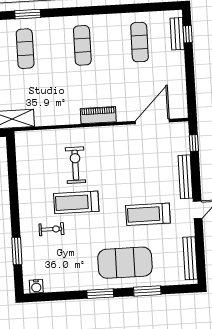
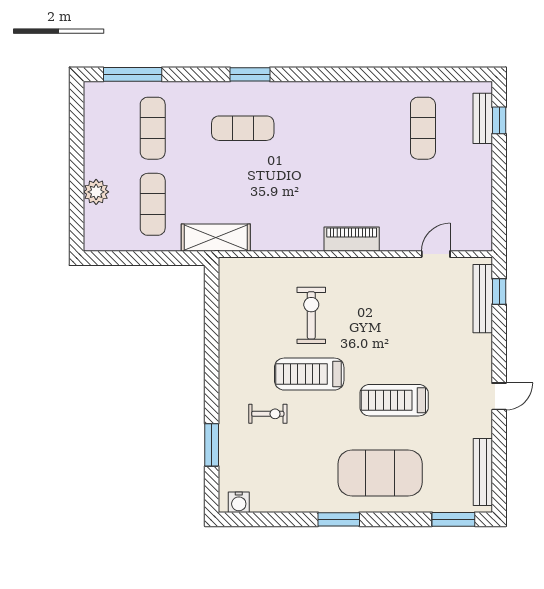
exercise mat: (82, 45) -> (333, 128), removed
exercise mat: (25, 49) -> (243, 128), turned 90
door: (152, 122) -> (436, 254), width x0.53
bench: (185, 177) -> (483, 299), moved
treadmill: (148, 214) -> (394, 400), moved
window: (147, 291) -> (453, 519), moved

